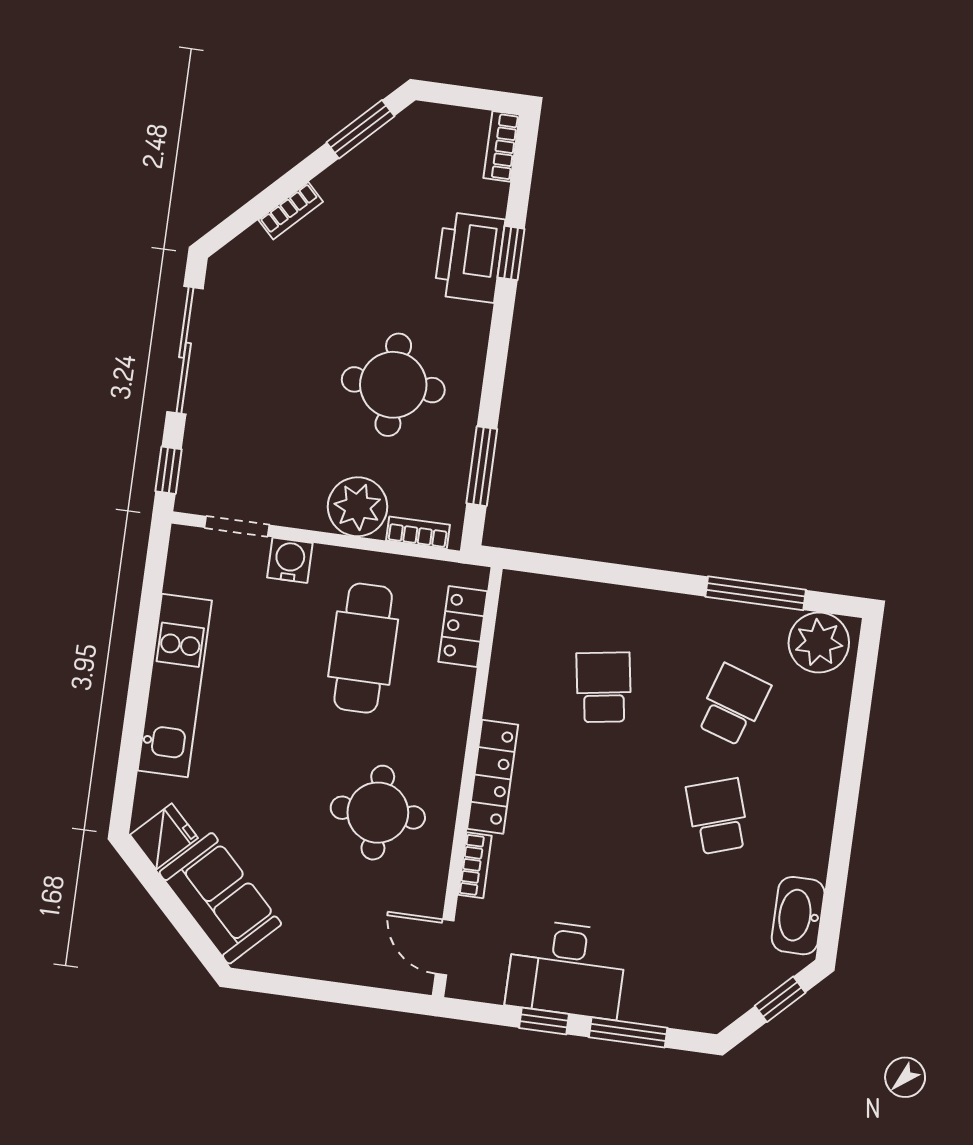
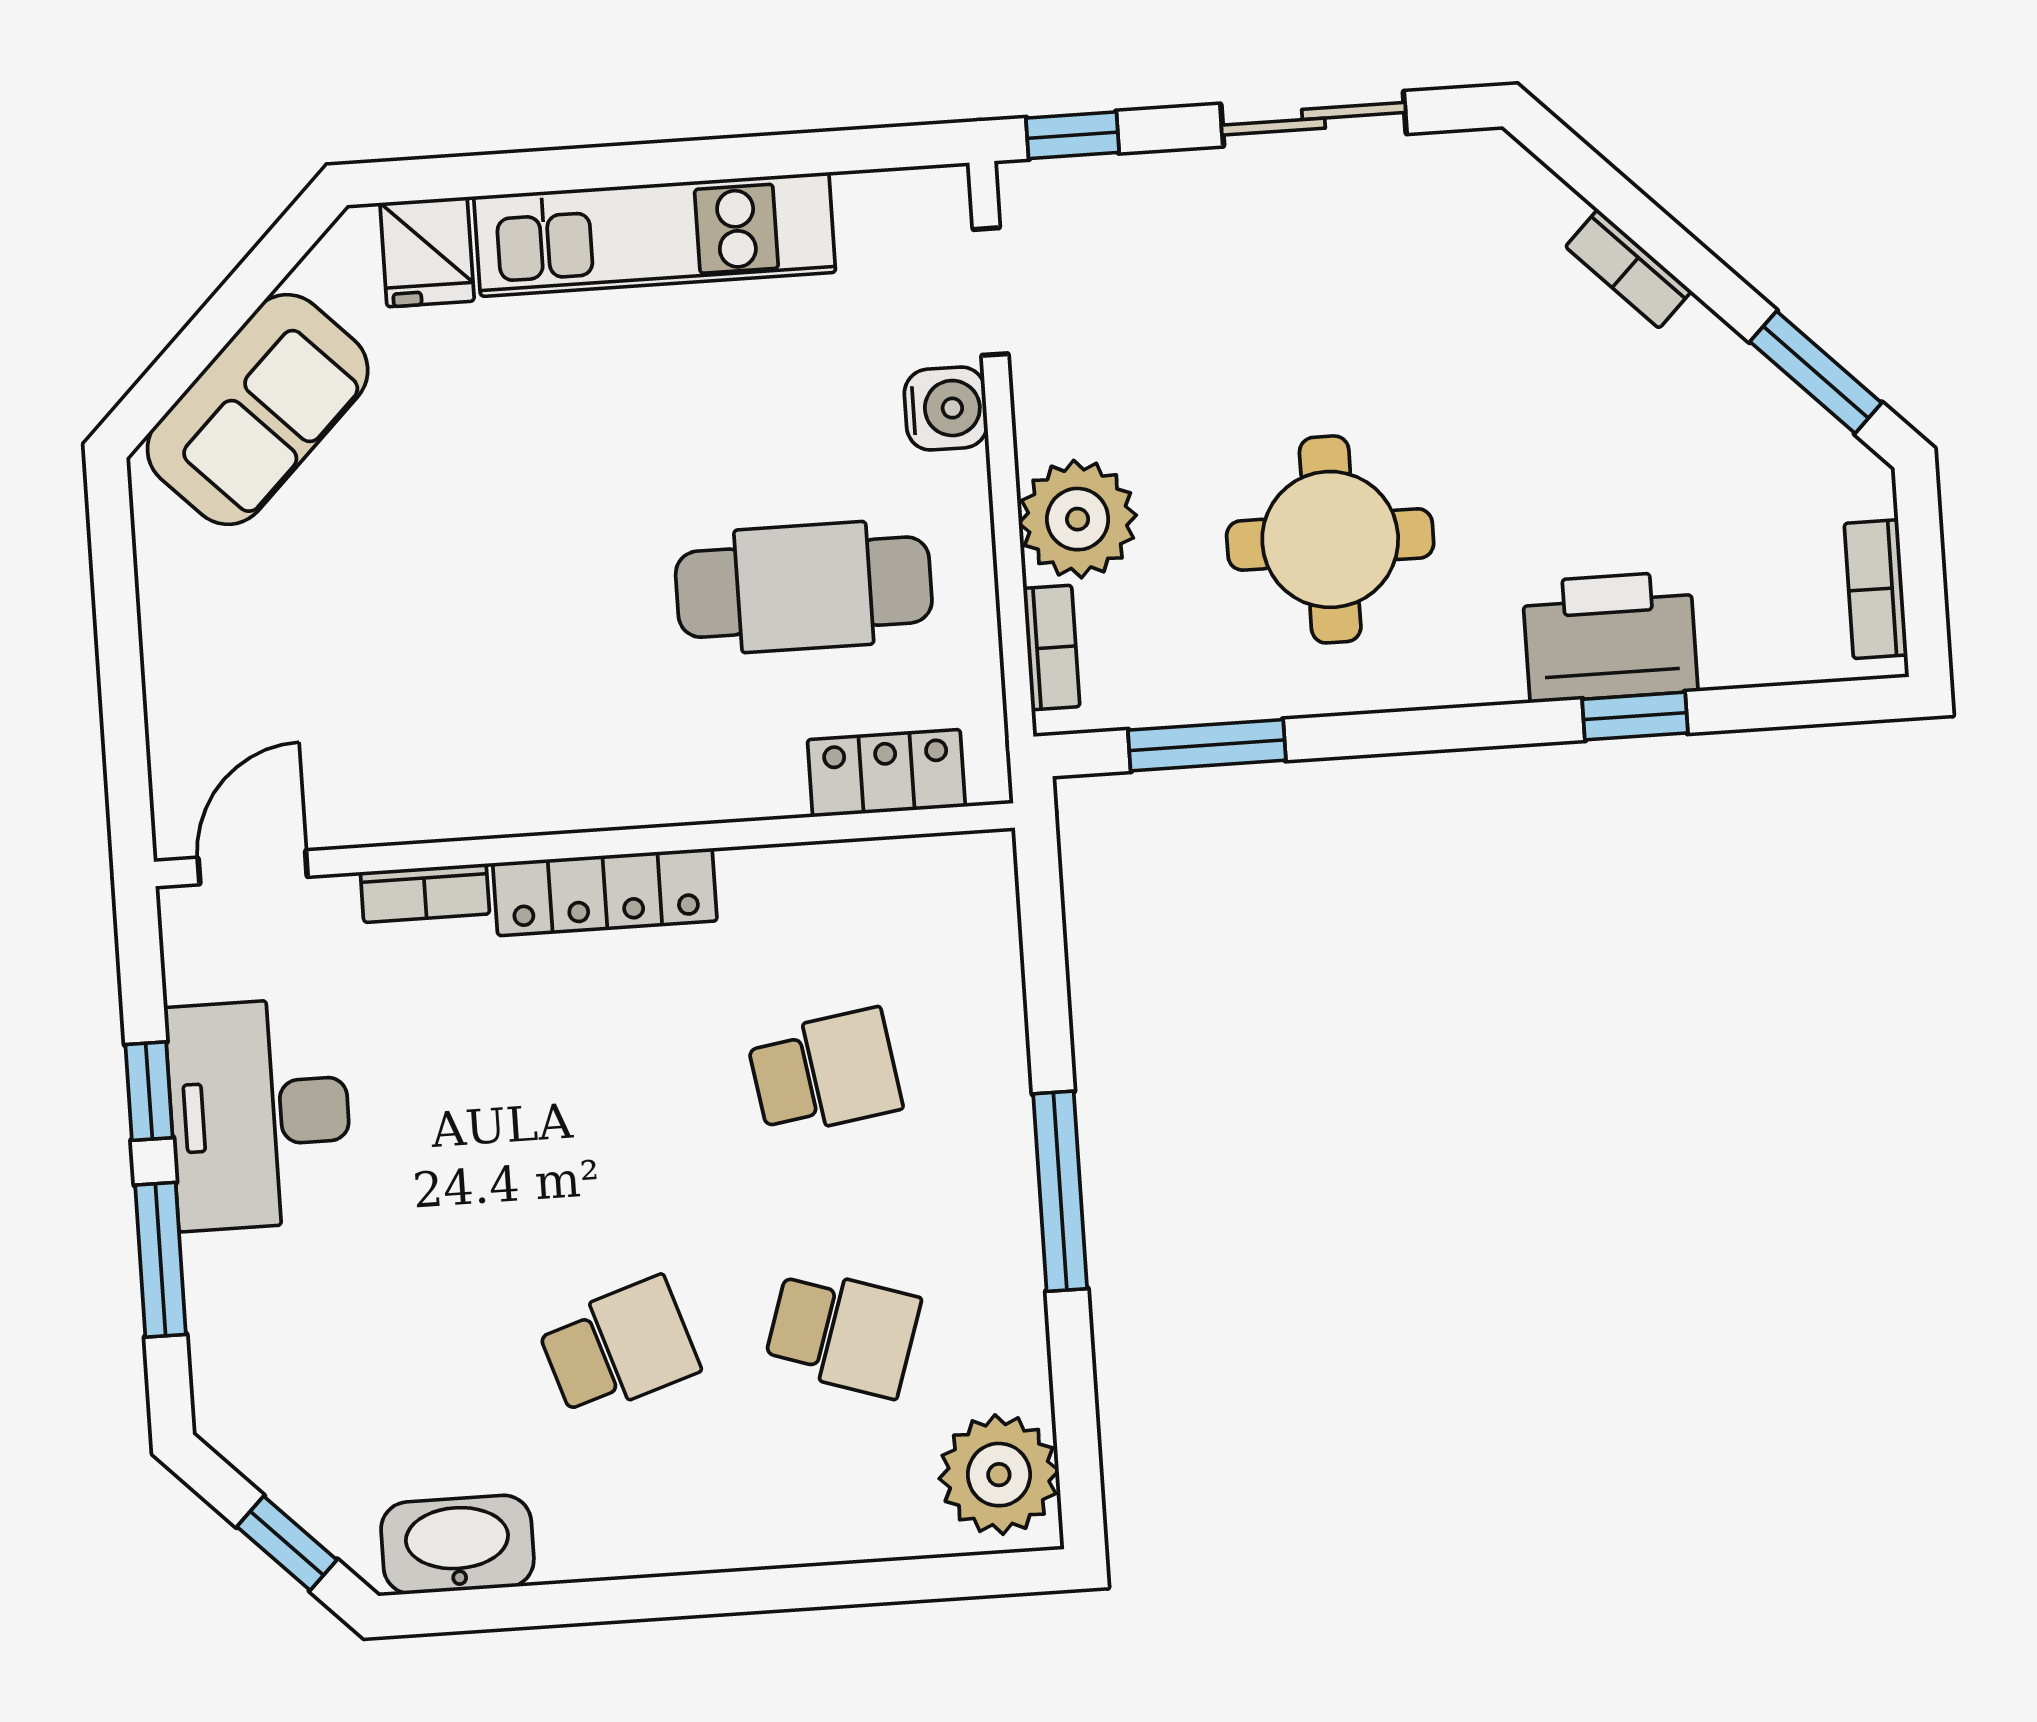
bookcase: (502, 146) -> (1876, 589), moved, turned -90
sliding door: (185, 350) -> (1314, 119), width x0.73
window: (756, 593) -> (1060, 1191), moved
round table: (378, 813) -> (489, 682), removed
fridge: (164, 836) -> (427, 252), moved, turned 45

